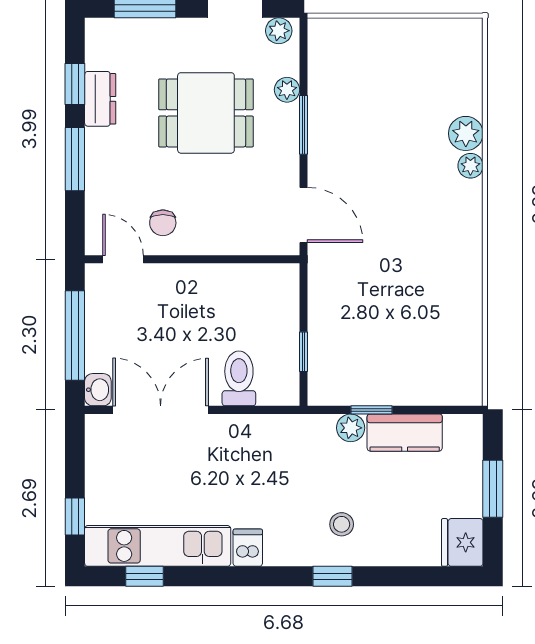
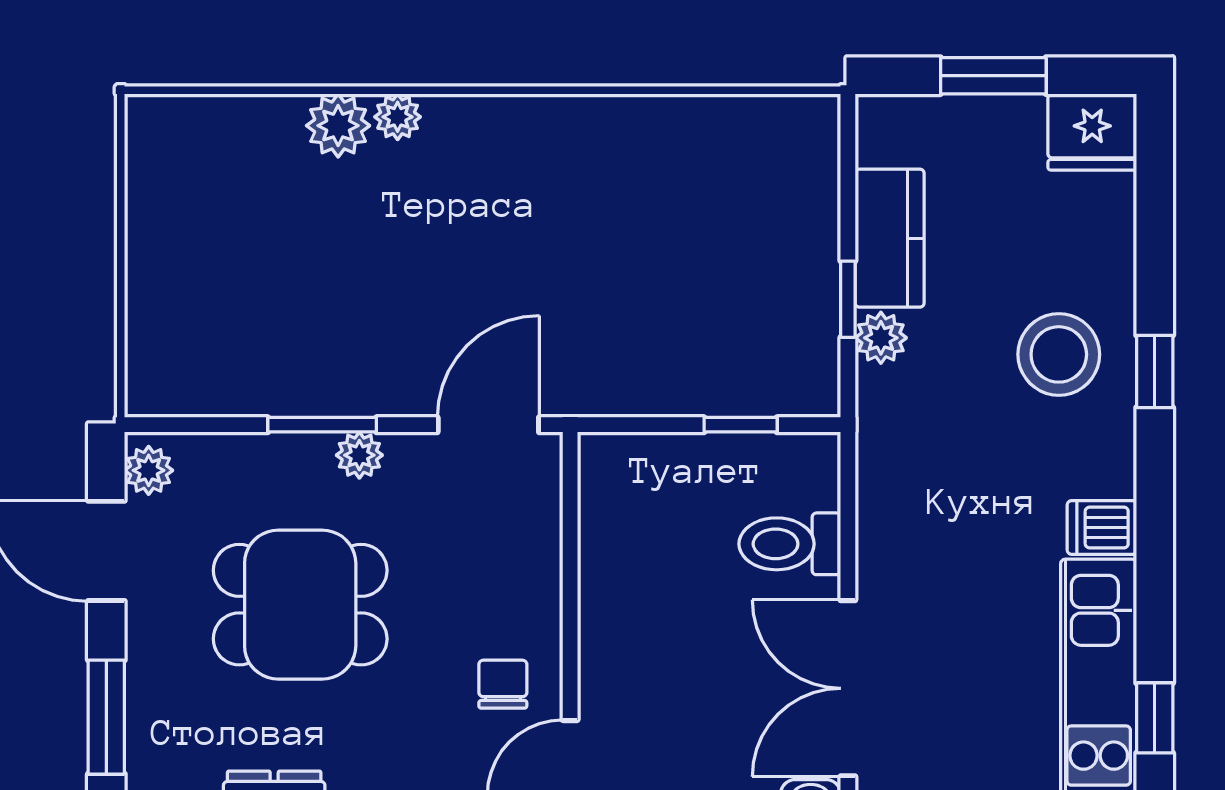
plant: (287, 90) -> (359, 455), moved
dining table: (206, 113) -> (300, 605), turned 90
chair: (163, 223) -> (503, 684), turned -90
stool: (342, 524) -> (1059, 354), width x1.89, depth x1.89

